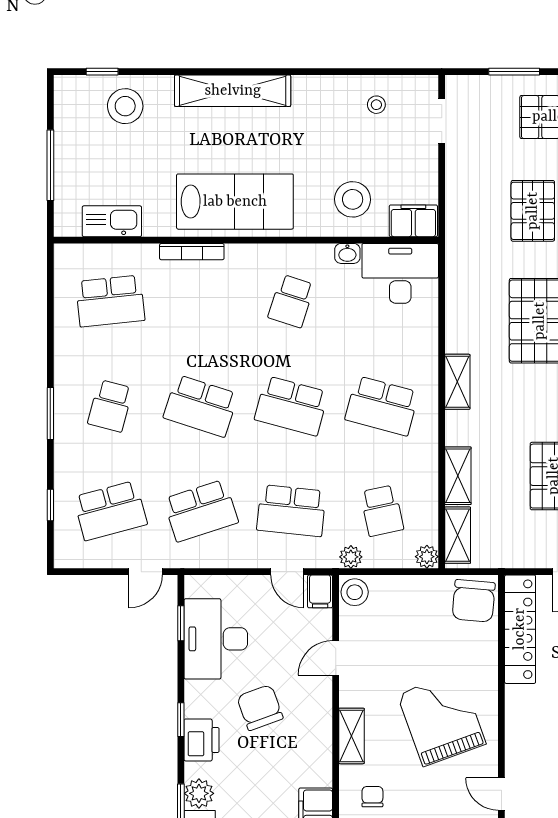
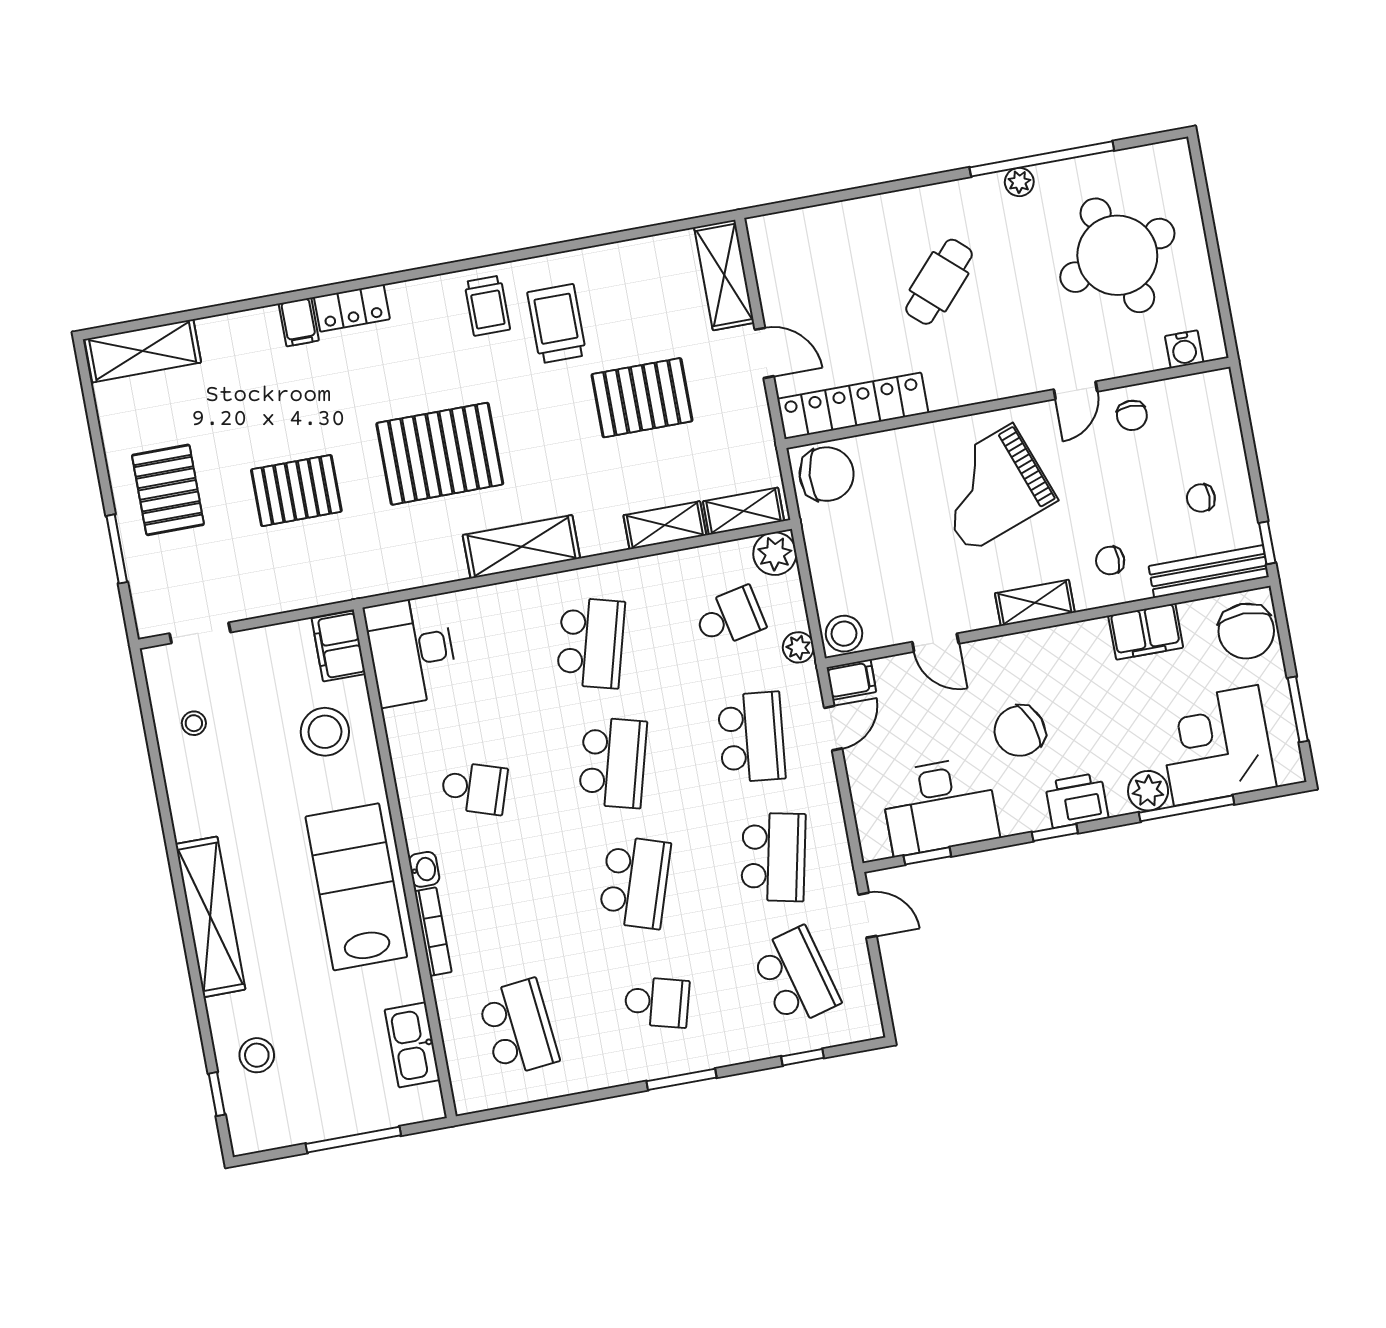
stool: (125, 106) -> (257, 1055), width x0.73, depth x0.73
washbasin: (347, 253) -> (424, 869), moved
shelving: (457, 382) -> (521, 547), width x1.50, depth x1.33
school desk: (201, 511) -> (774, 857), turned 30
plant: (427, 557) -> (775, 554), width x1.38, depth x1.38

